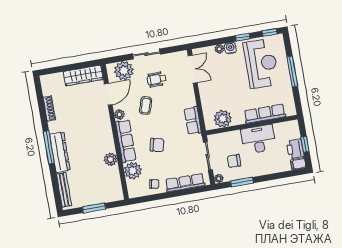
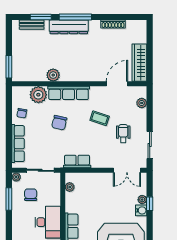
window: (243, 37) -> (150, 204), moved
sliding door: (146, 54) -> (150, 145), moved
plant: (124, 71) -> (142, 103), width x0.53, depth x0.53
door: (108, 94) -> (117, 84), swing flipped
plant: (119, 114) -> (95, 91), removed
plant: (223, 119) -> (70, 187), width x0.53, depth x0.53
window: (55, 182) -> (41, 17), added
bench: (64, 190) -> (32, 25), width x0.73
window: (94, 208) -> (9, 67), moved

